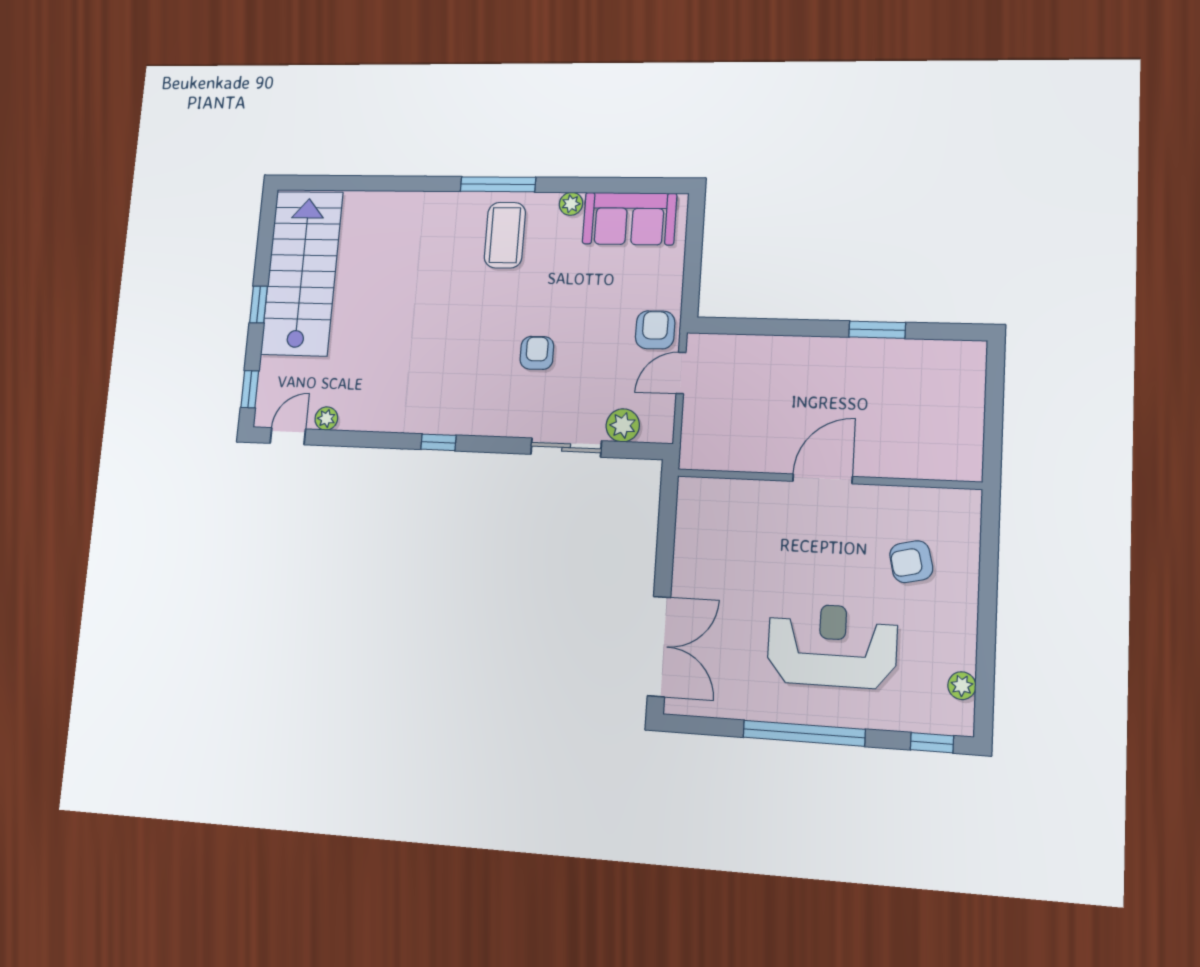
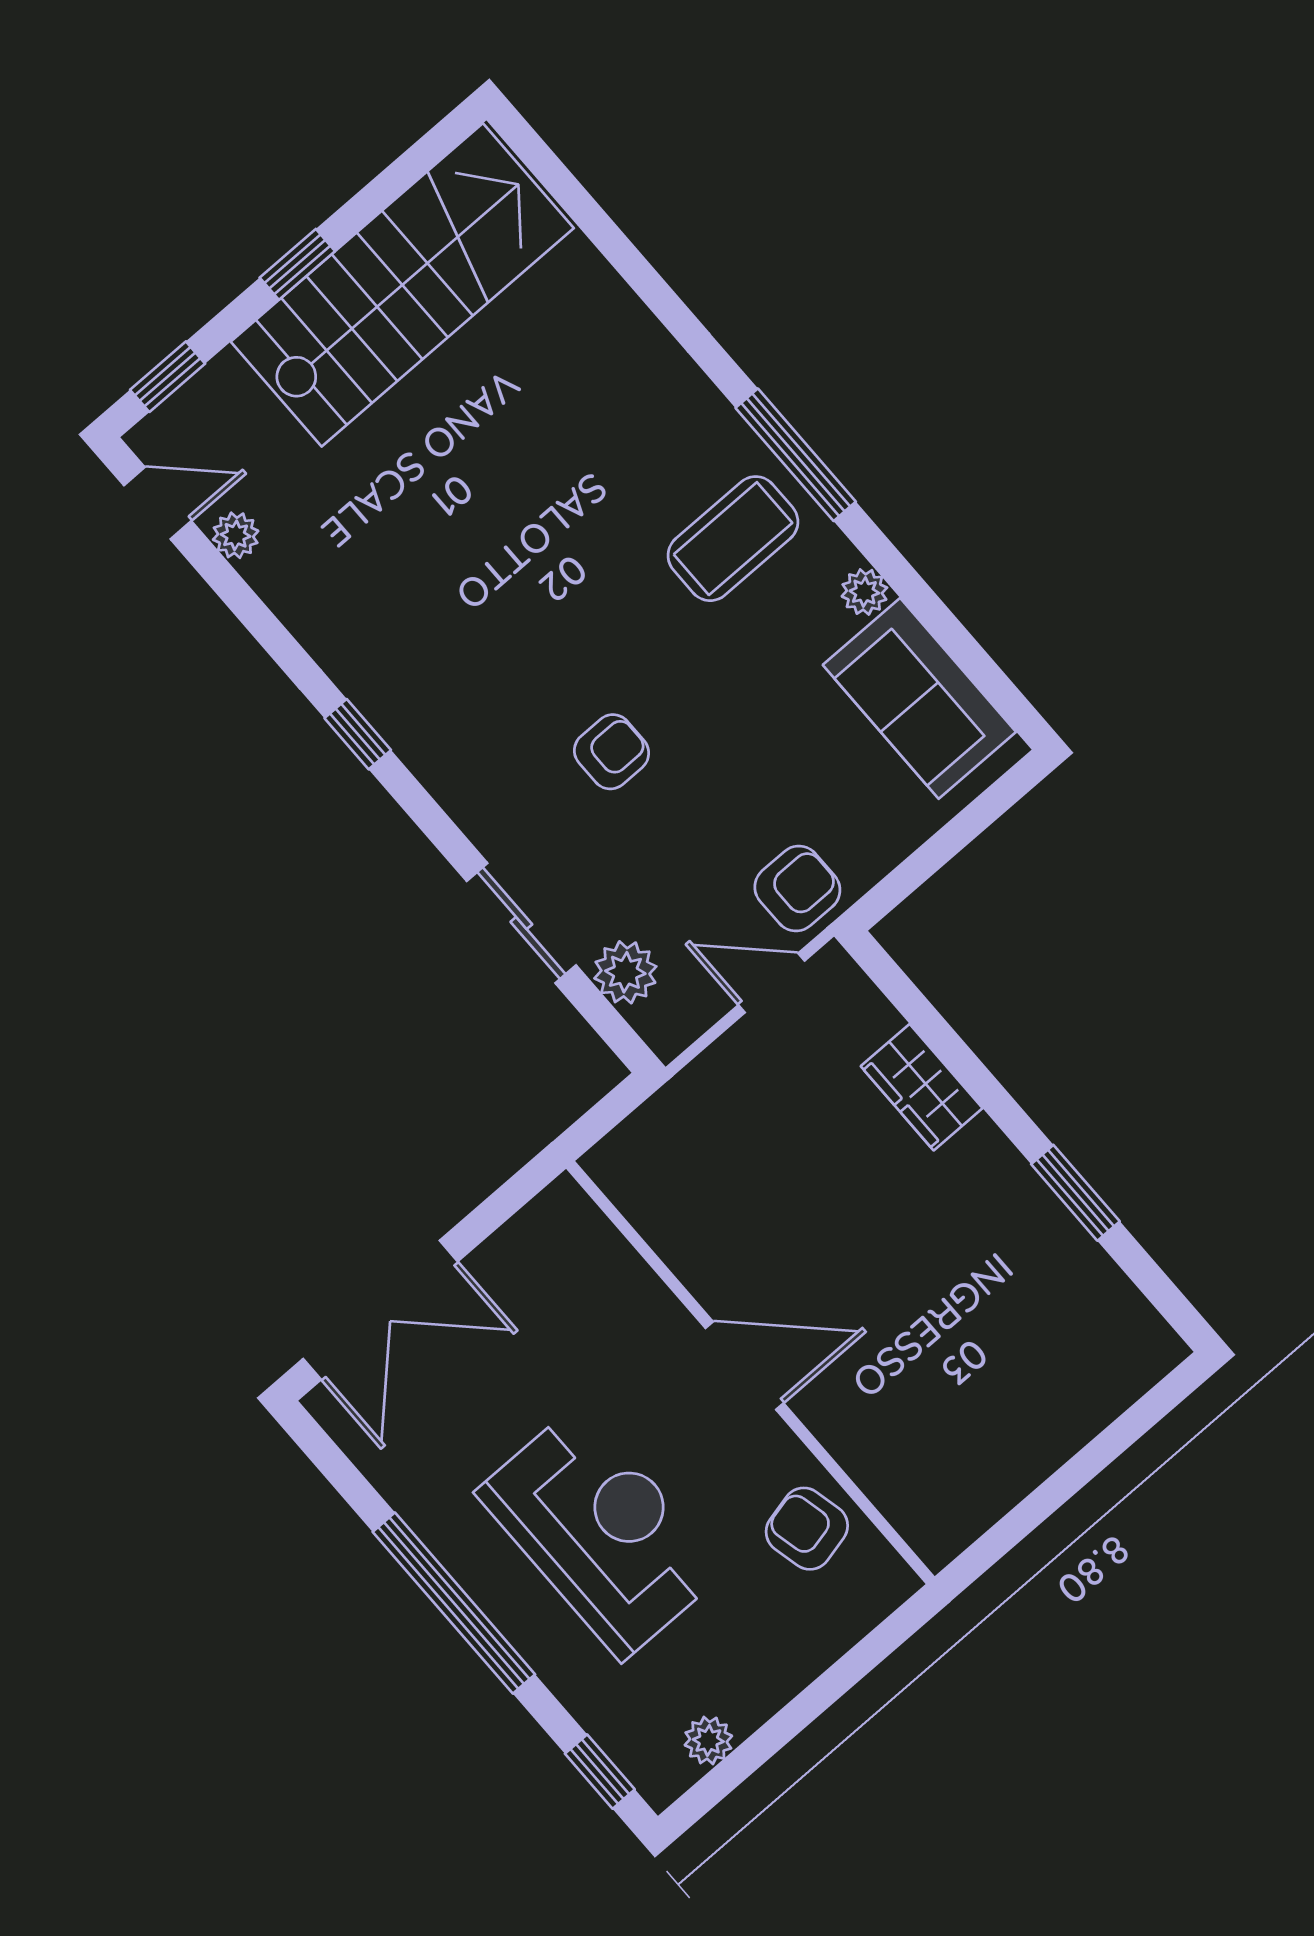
wardrobe: (777, 352) -> (922, 1087), added
door: (823, 479) -> (744, 1366), moved
wall: (828, 479) -> (750, 1372), moved

